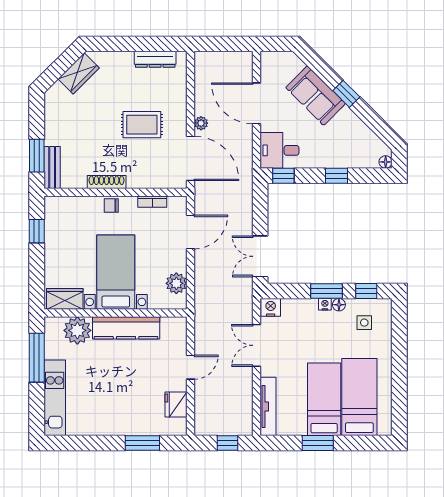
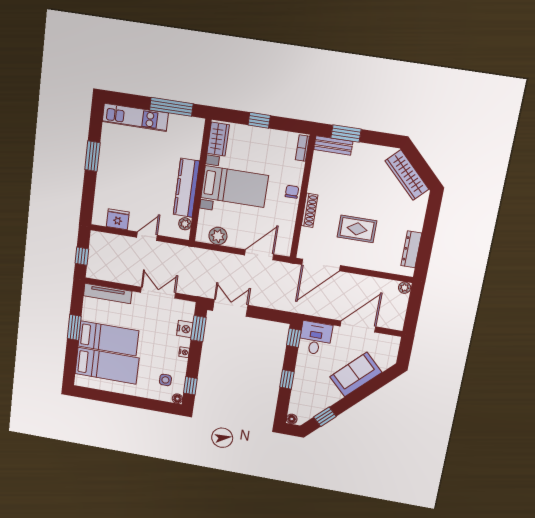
wardrobe: (79, 73) -> (407, 175), width x1.50
window: (346, 94) -> (325, 417), moved
plant: (201, 123) -> (405, 288), moved
rug: (142, 125) -> (357, 229), turned 90
shoe rack: (107, 182) -> (310, 210), moved
bookcase: (152, 202) -> (302, 148), moved
window: (37, 231) -> (259, 120), moved
door: (191, 232) -> (259, 255), swing flipped
window: (327, 291) -> (198, 329), moved
floor lamp: (339, 305) -> (177, 399), moved
nightstand: (271, 307) -> (185, 329), moved
plant: (77, 330) -> (185, 224), moved, width x0.53, depth x0.53
door: (191, 367) -> (147, 236), swing flipped
window: (142, 443) -> (92, 156), moved

